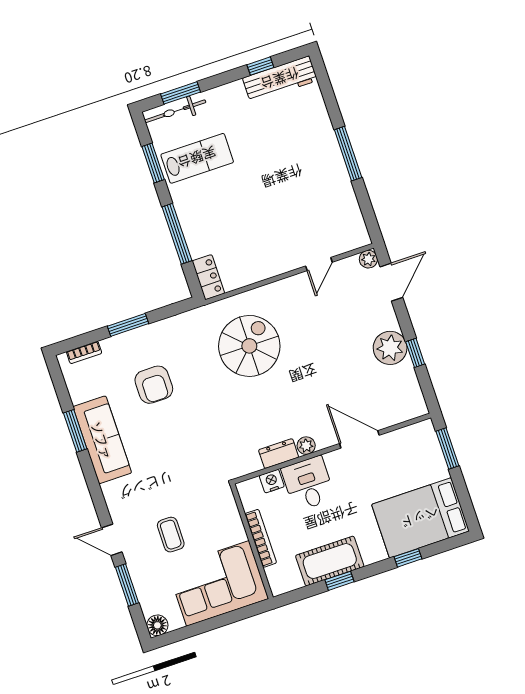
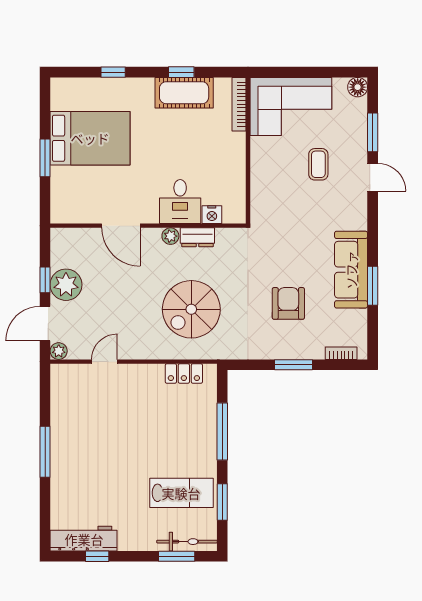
lab bench: (197, 158) -> (181, 493), turned 180
locker: (208, 277) -> (184, 373), moved, turned -90
plant: (390, 348) -> (66, 285), moved
window: (415, 353) -> (45, 280), moved
door: (359, 439) -> (121, 226), moved
plant: (306, 446) -> (170, 236), moved
wall: (332, 449) -> (148, 226), moved
dresser: (279, 454) -> (197, 237), moved
nightstand: (272, 481) -> (212, 215), moved
desk: (308, 484) -> (180, 201), moved
bed: (420, 518) -> (90, 138), moved
bookcase: (261, 538) -> (239, 104), moved

